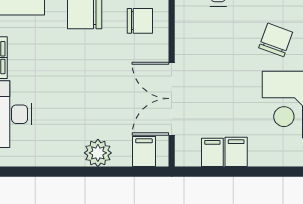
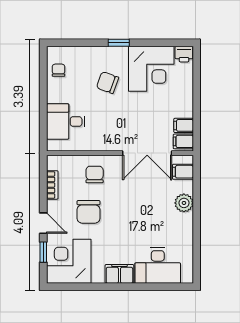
filing cabinet: (236, 152) -> (183, 141), moved

